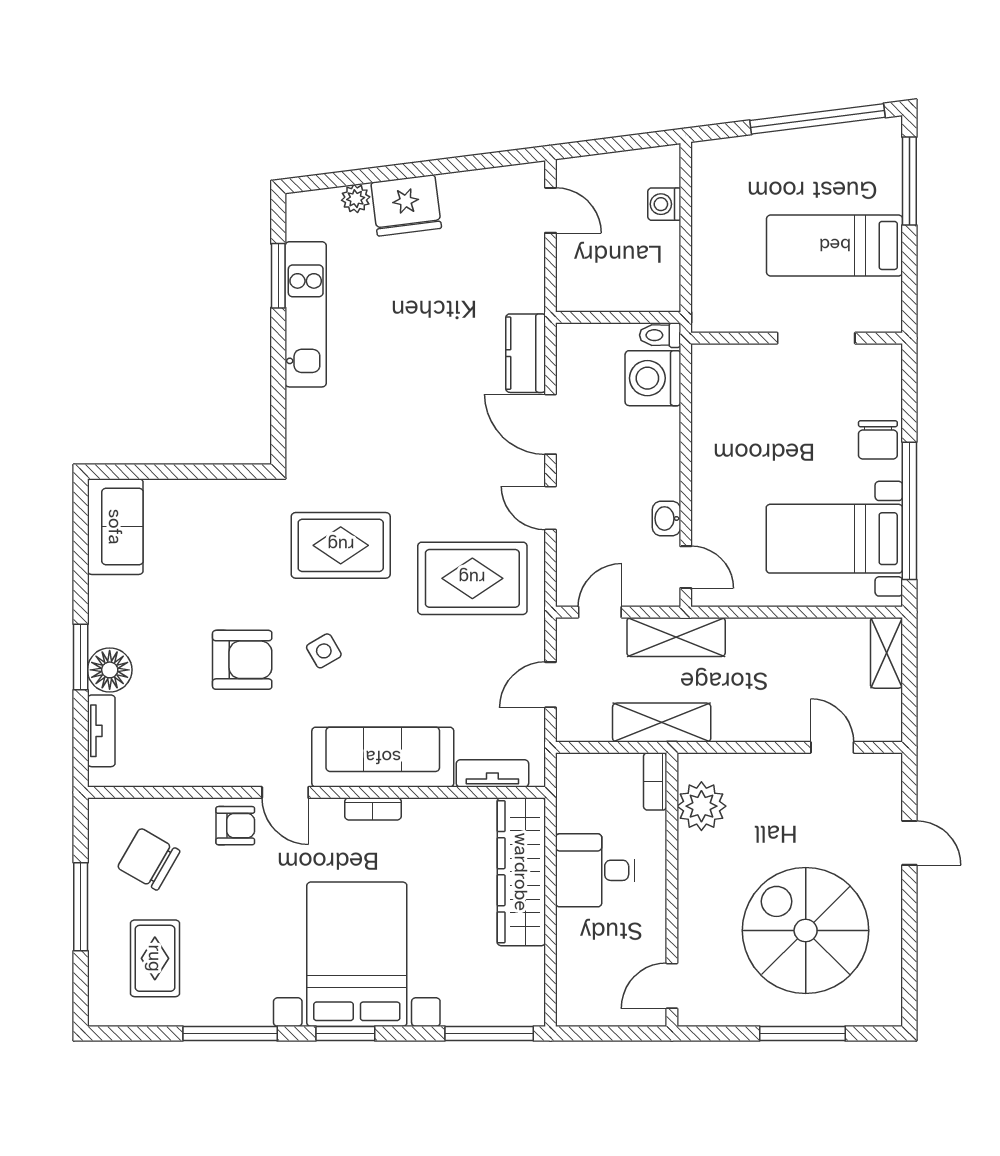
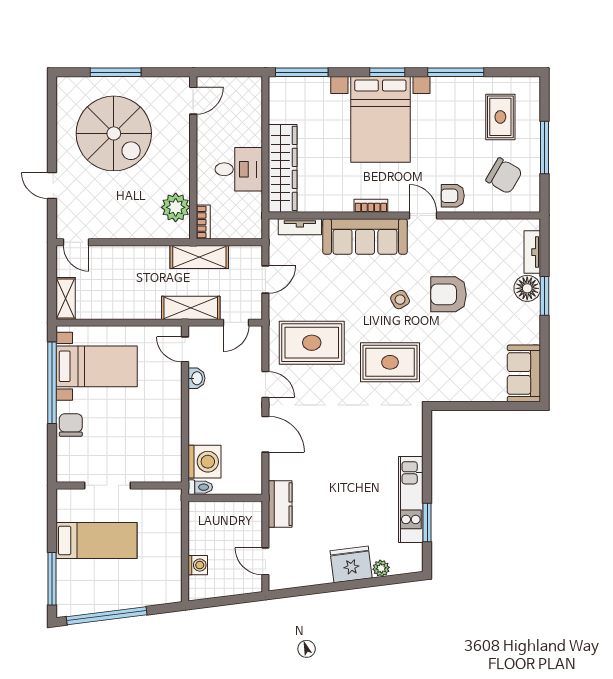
kitchen counter: (526, 353) -> (280, 504), moved
door: (832, 747) -> (76, 242), moved

